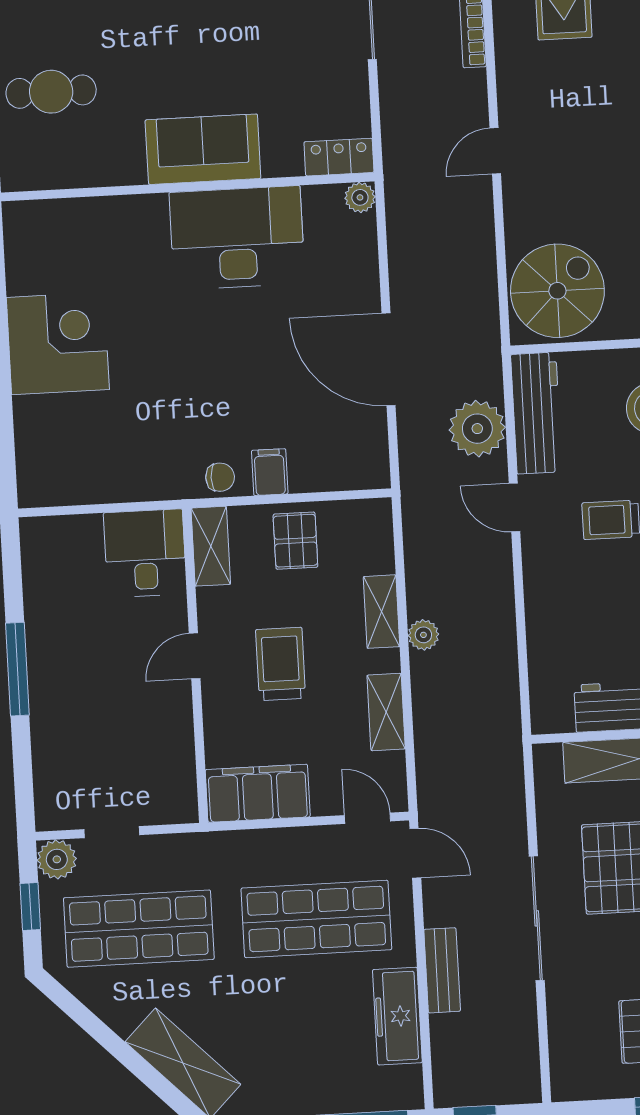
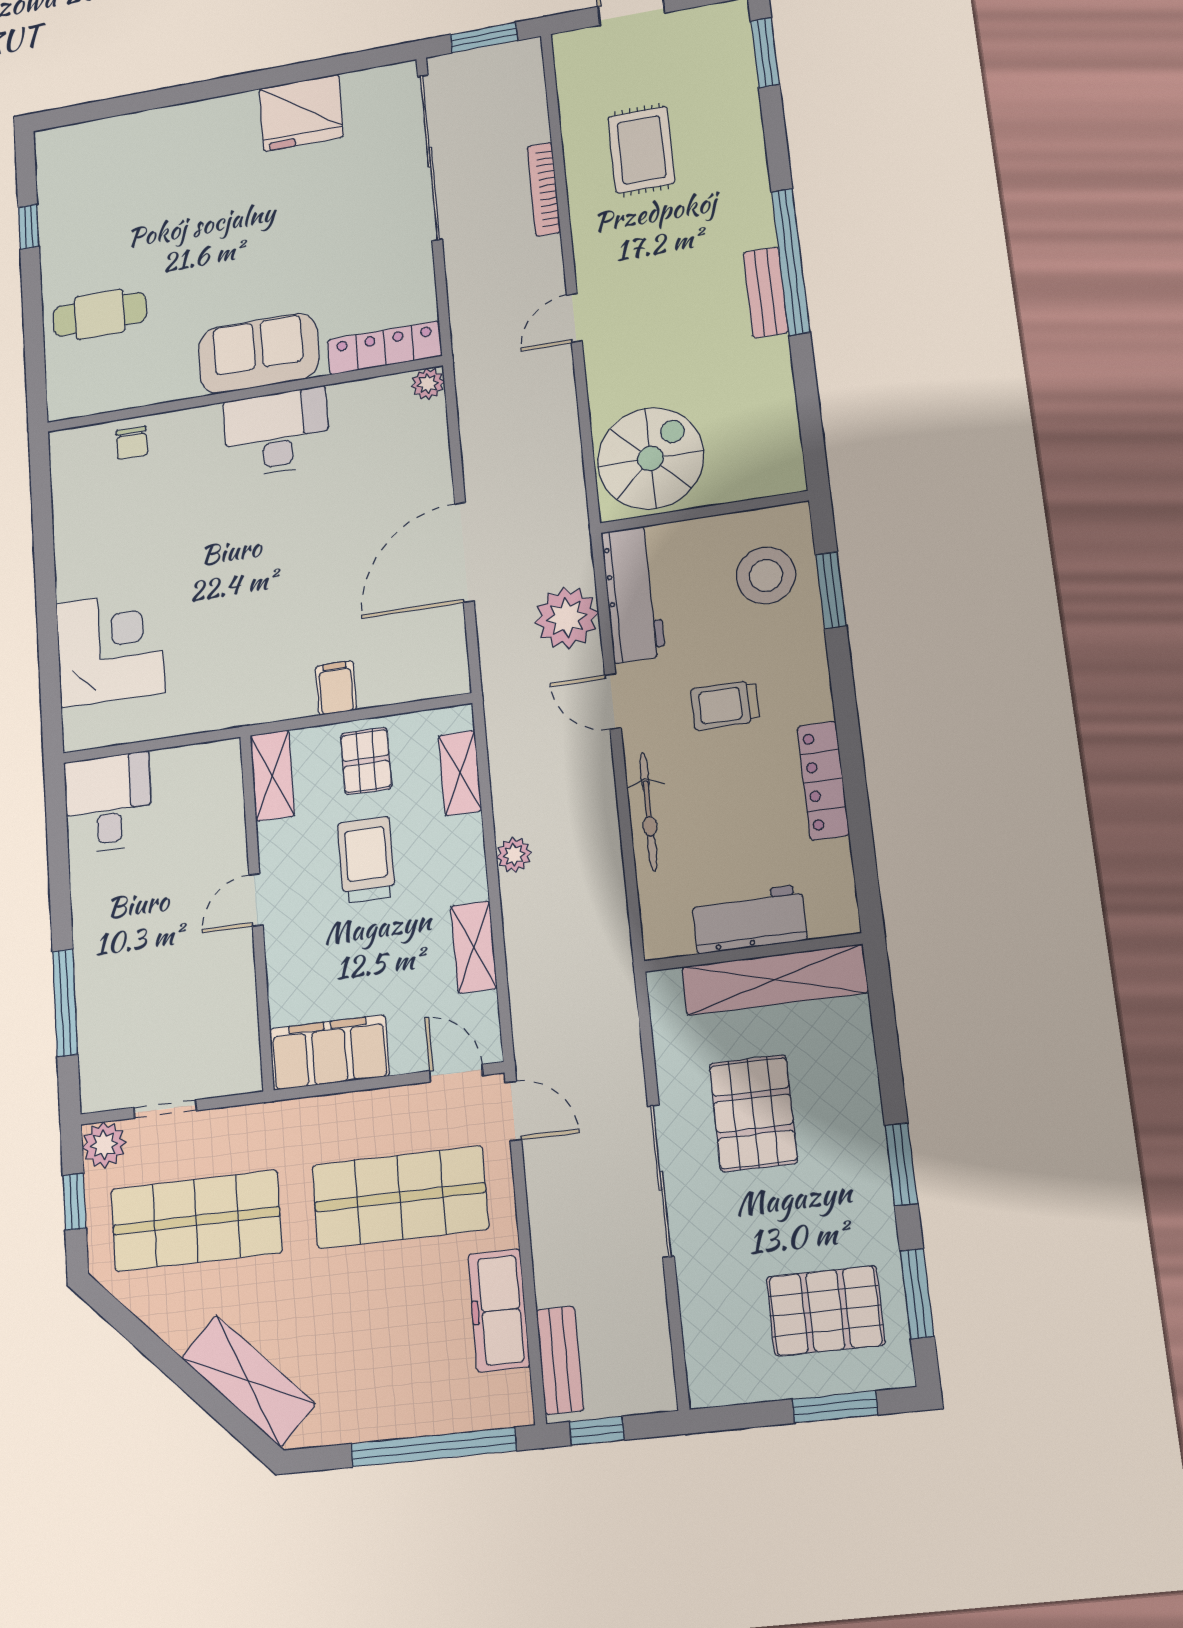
locker: (339, 157) -> (385, 348), width x1.53
desk: (237, 238) -> (277, 432), width x0.73, depth x0.77
corner desk: (58, 343) -> (110, 648), moved
door: (389, 359) -> (464, 552), hinge flipped
chair: (220, 477) -> (132, 443), moved, turned 90
desk: (145, 553) -> (108, 803), moved
bicycle: (541, 607) -> (648, 812), added
shelving: (382, 612) -> (460, 773), moved
trolley: (281, 664) -> (366, 860), moved
window: (17, 669) -> (65, 1003), moved
bench: (442, 970) -> (560, 1360), moved

